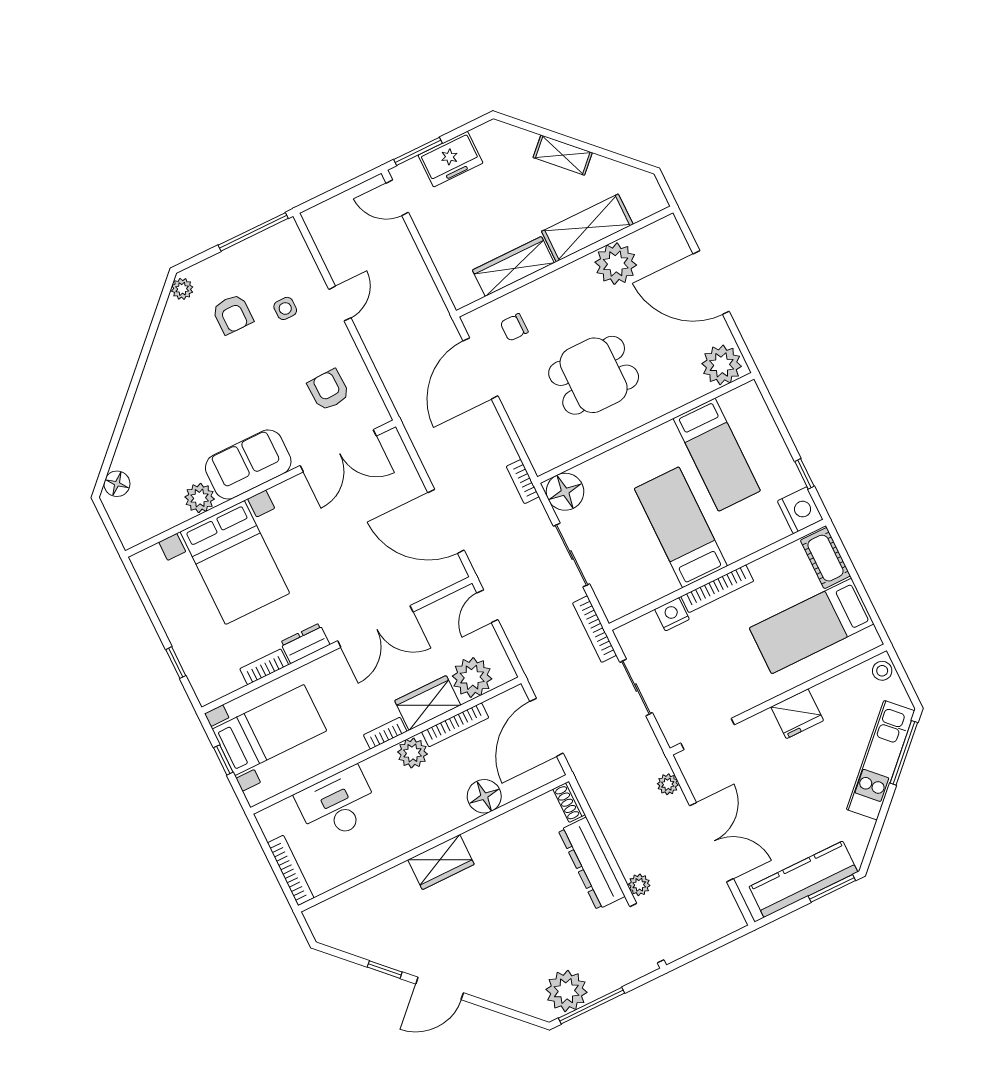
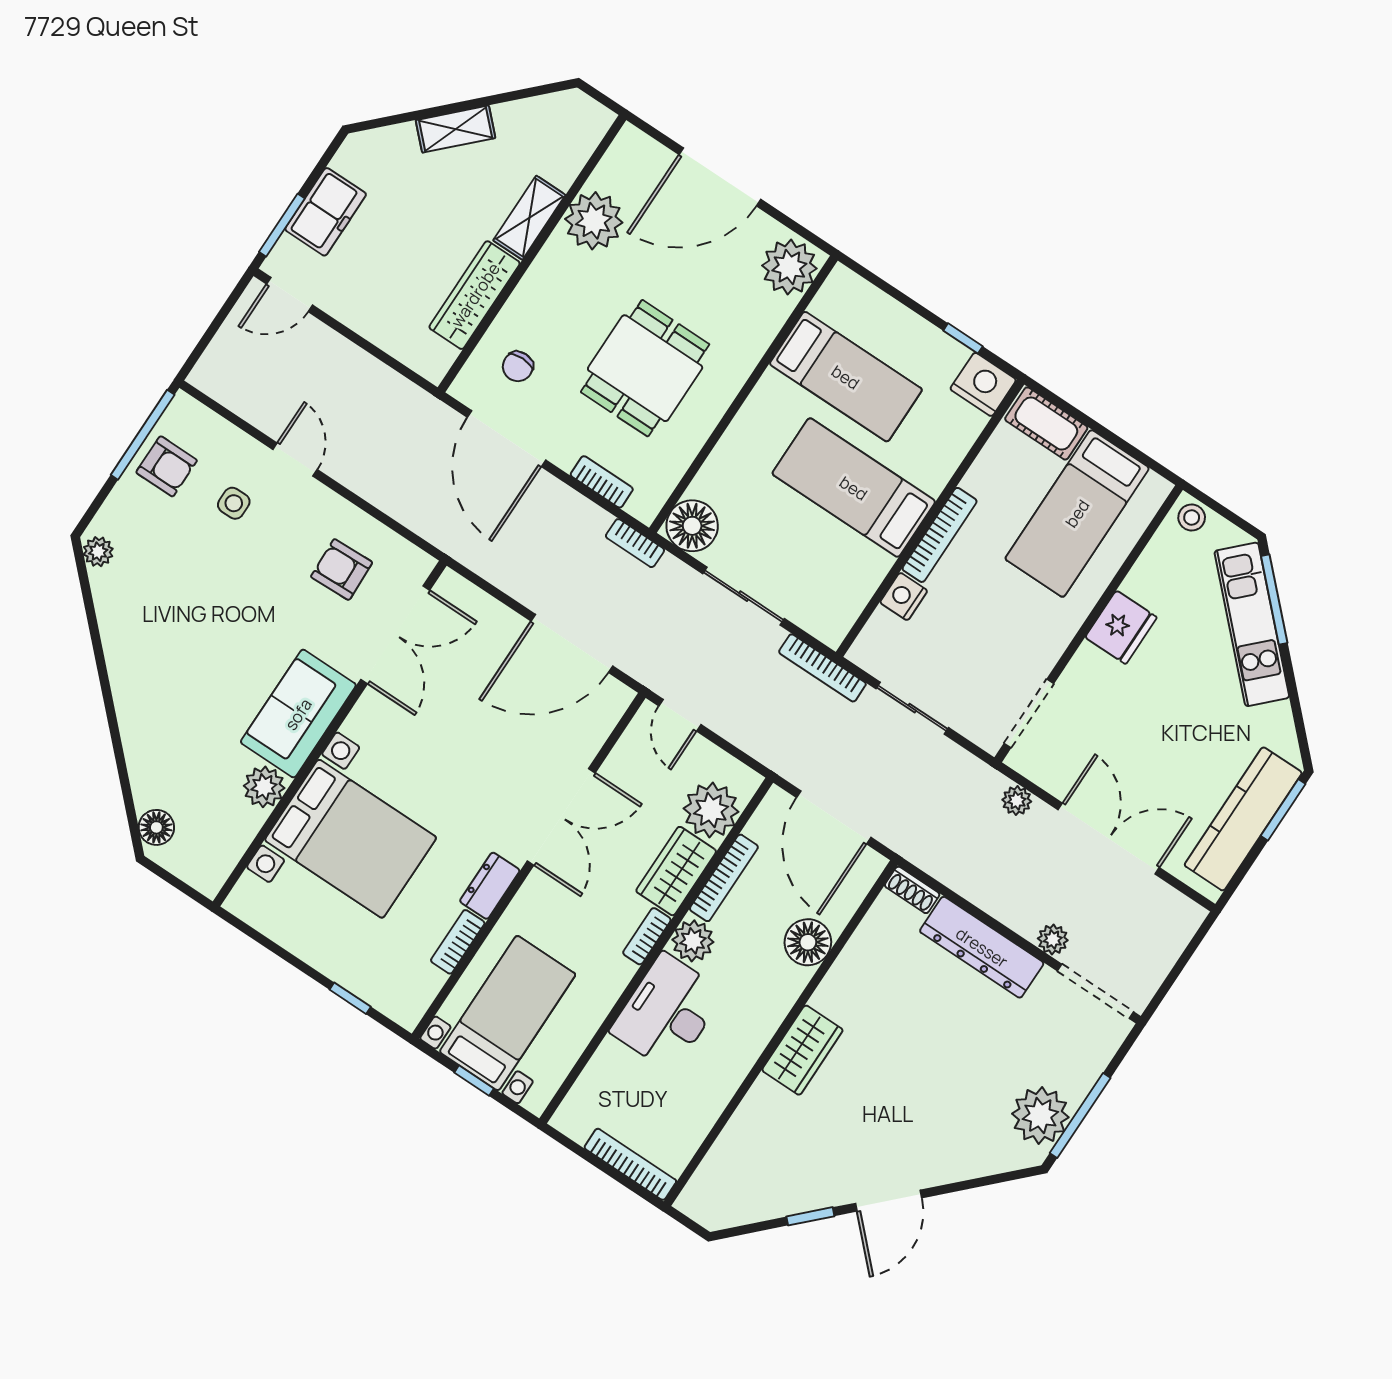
shelving: (587, 228) -> (529, 218), width x0.67, depth x0.75
armchair: (233, 314) -> (167, 466), moved
bookcase: (524, 431) -> (602, 482), added
desk: (337, 804) -> (667, 1012), moved

